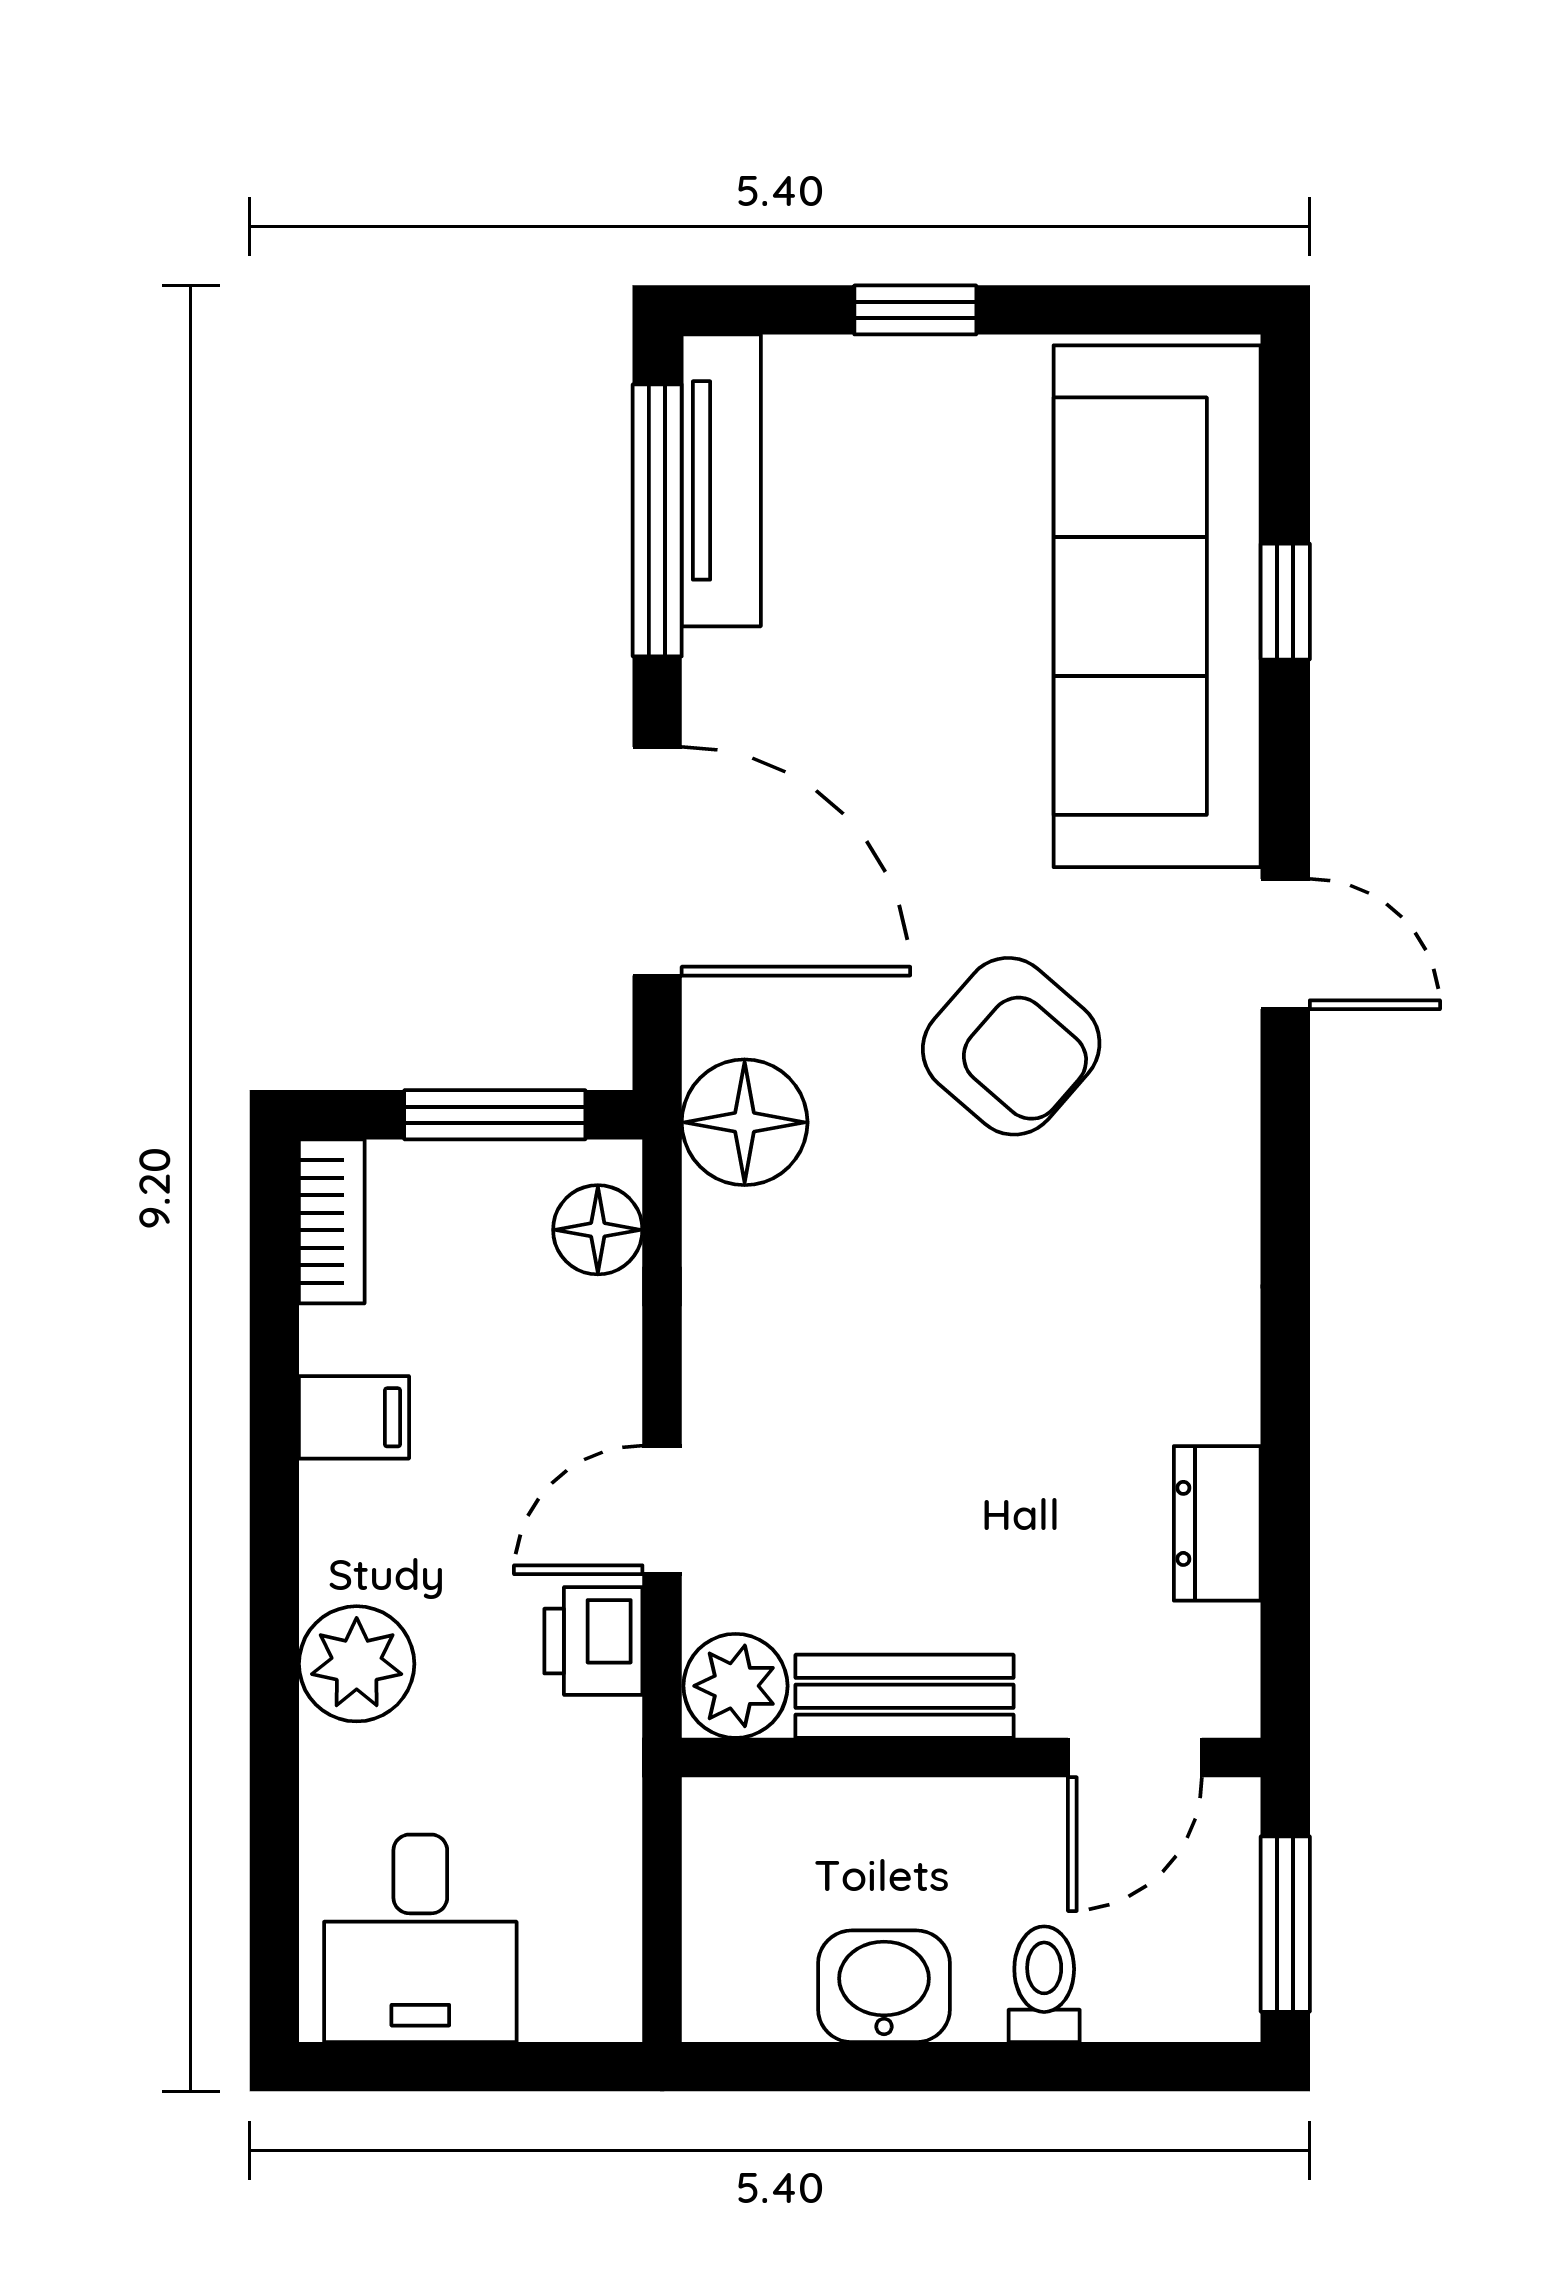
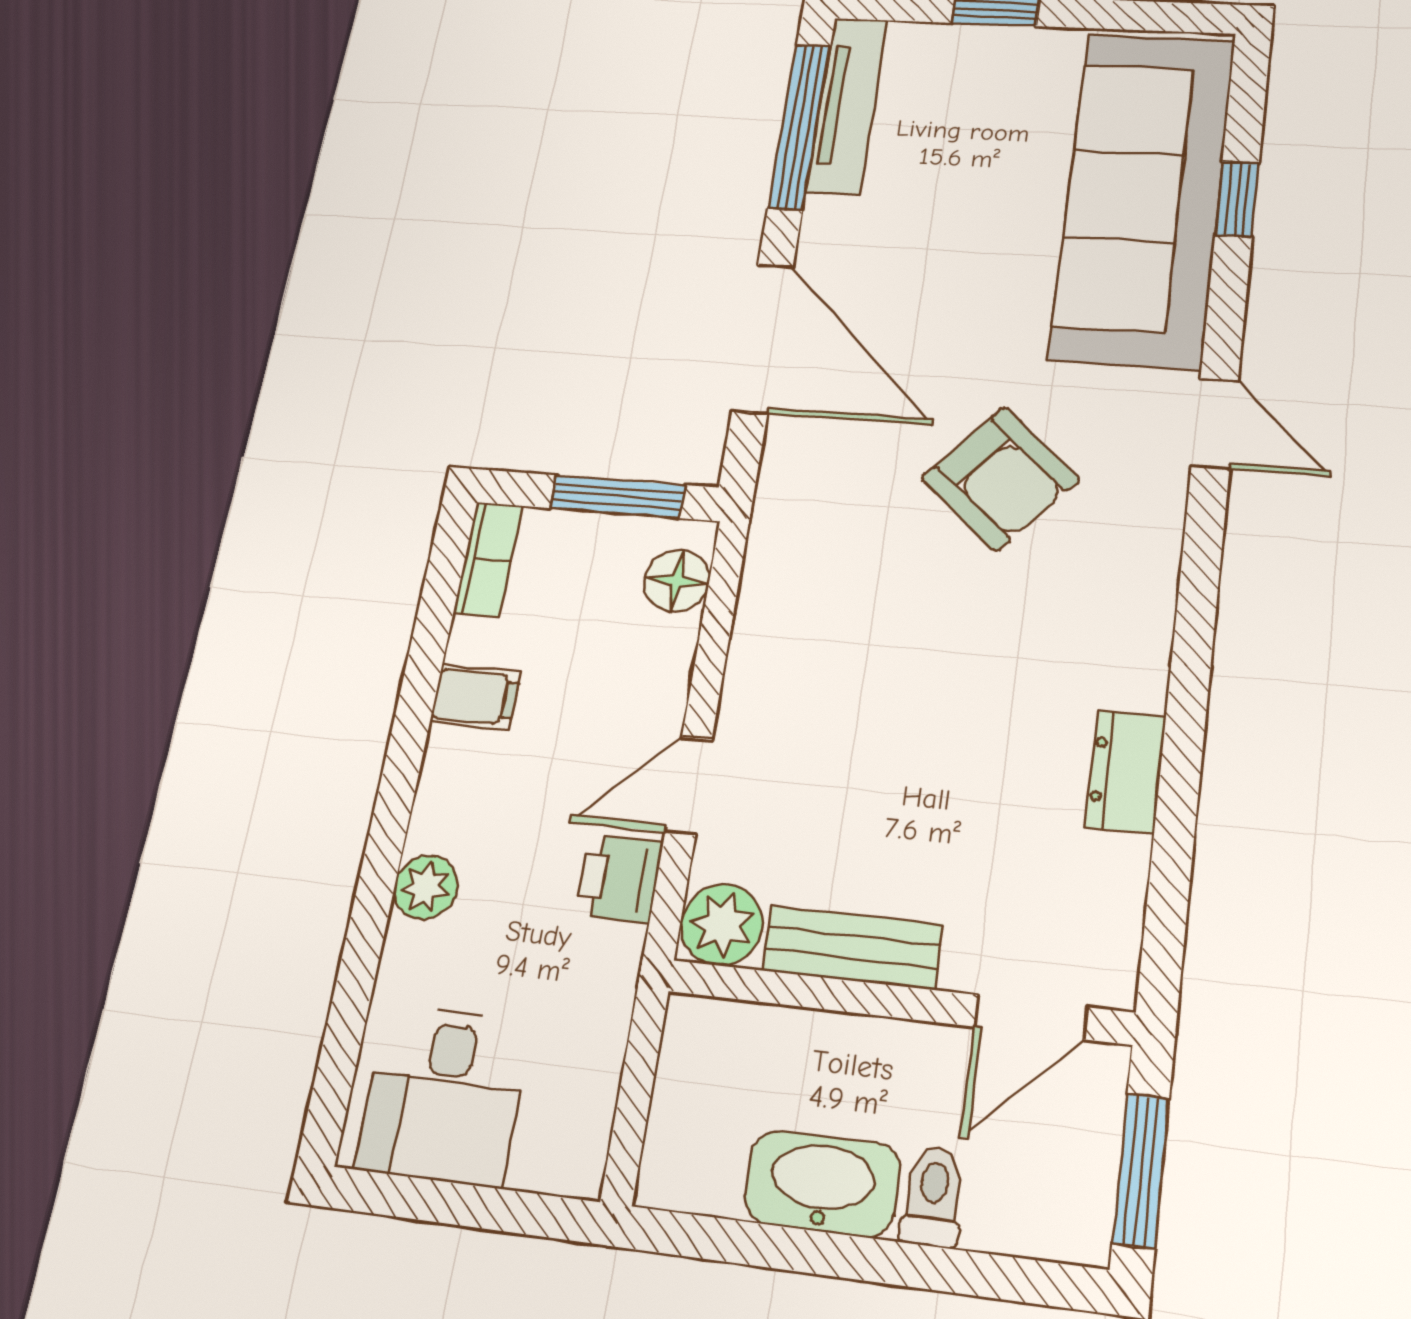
floor lamp: (745, 1122) -> (796, 516), removed
dresser: (1217, 1523) -> (1126, 772), moved
plant: (357, 1664) -> (426, 887), width x0.73, depth x0.73
washbasin: (884, 1986) -> (822, 1184), width x1.38

